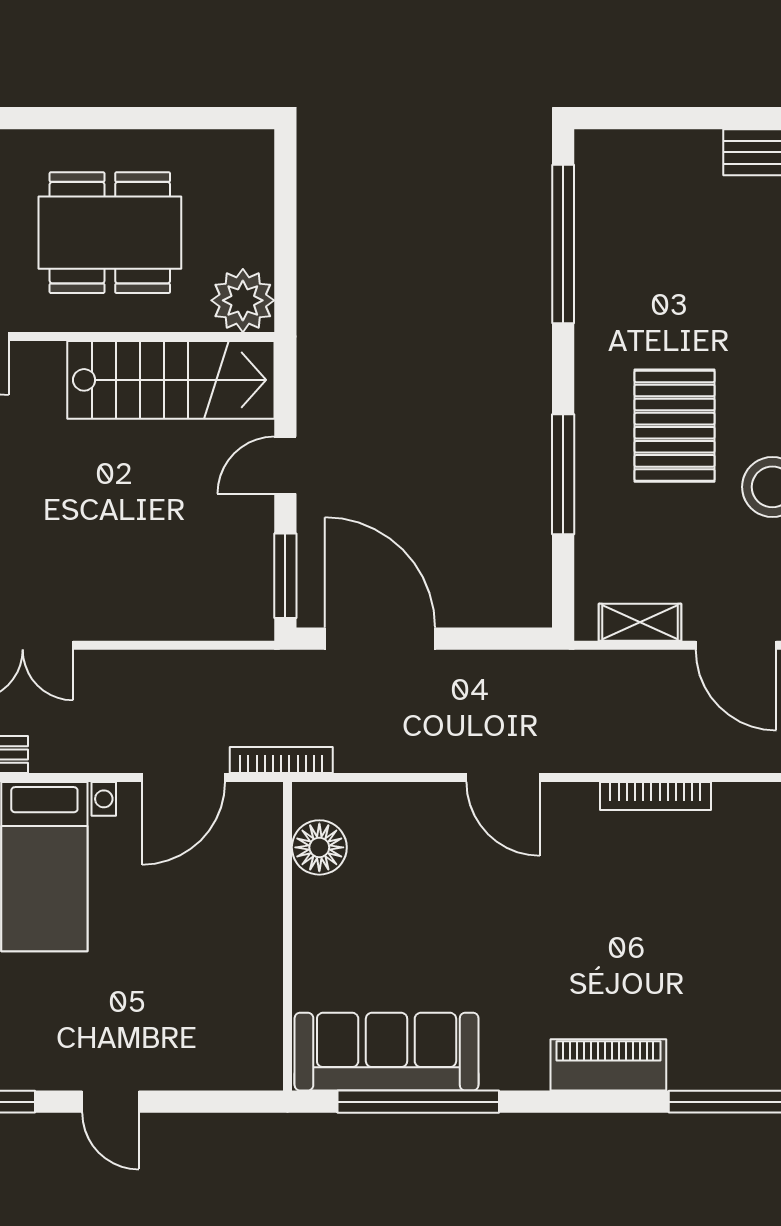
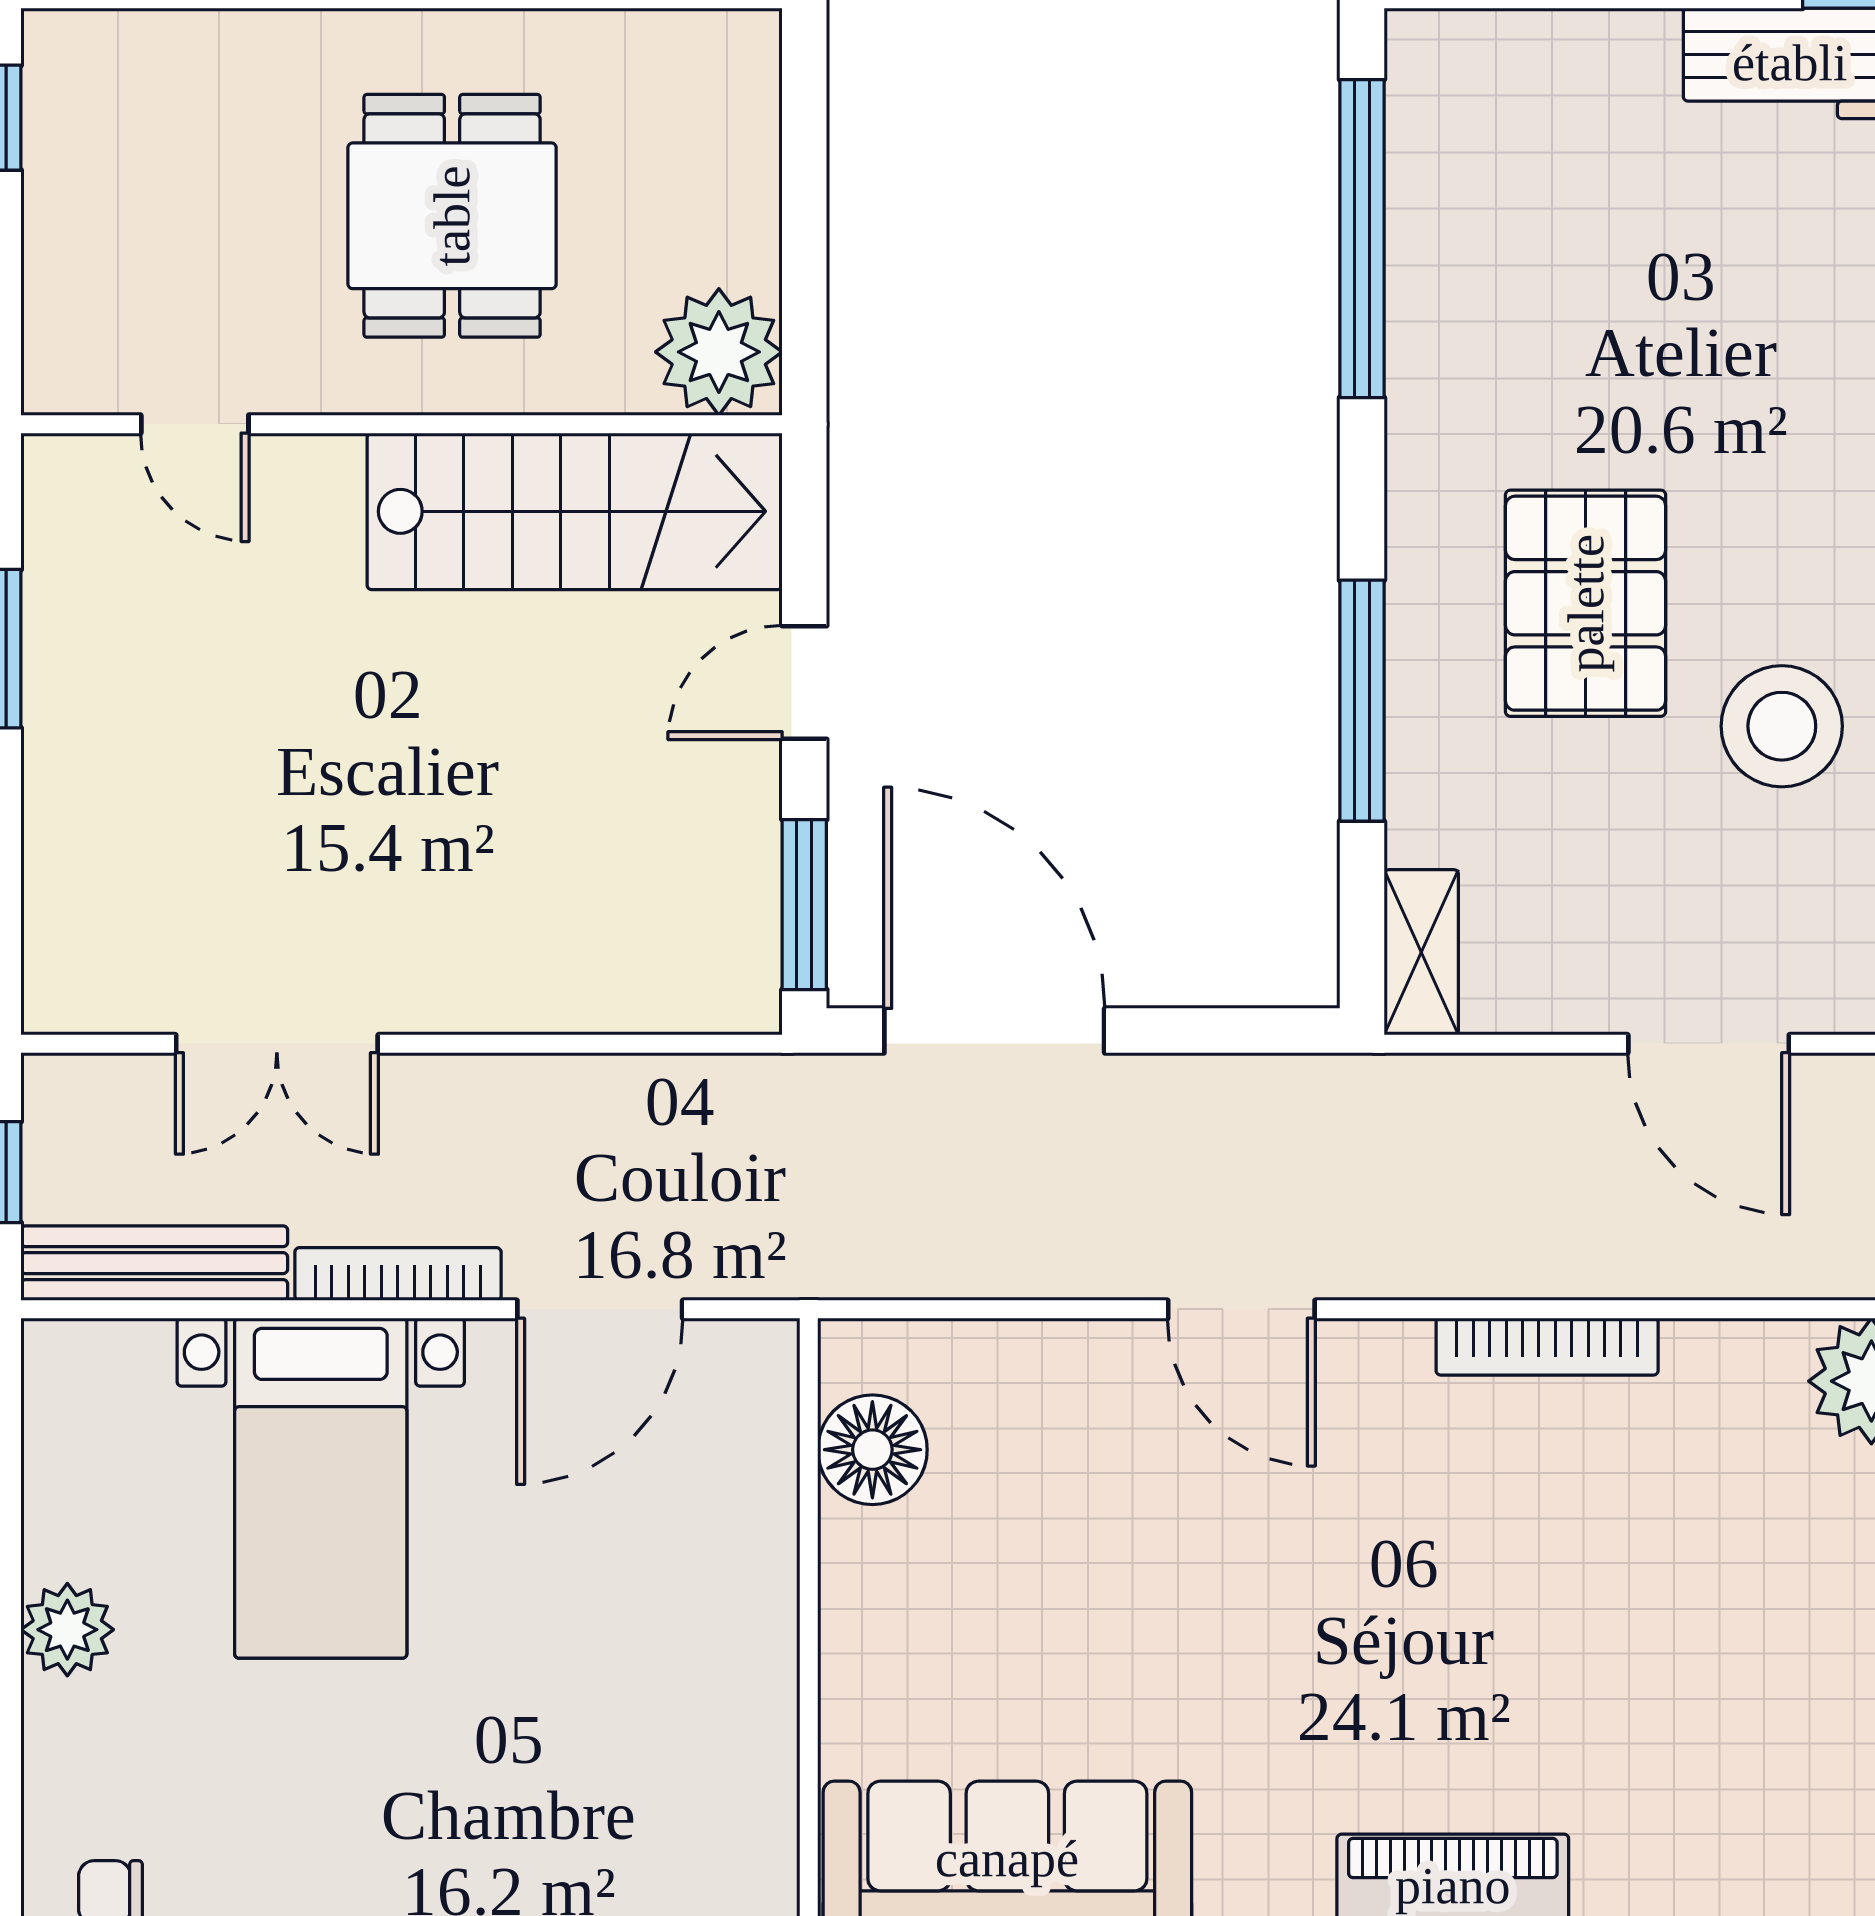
dining table: (110, 233) -> (452, 216), width x0.73
shelving: (640, 622) -> (1421, 952), moved, turned 90
bookcase: (281, 760) -> (398, 1274), moved

